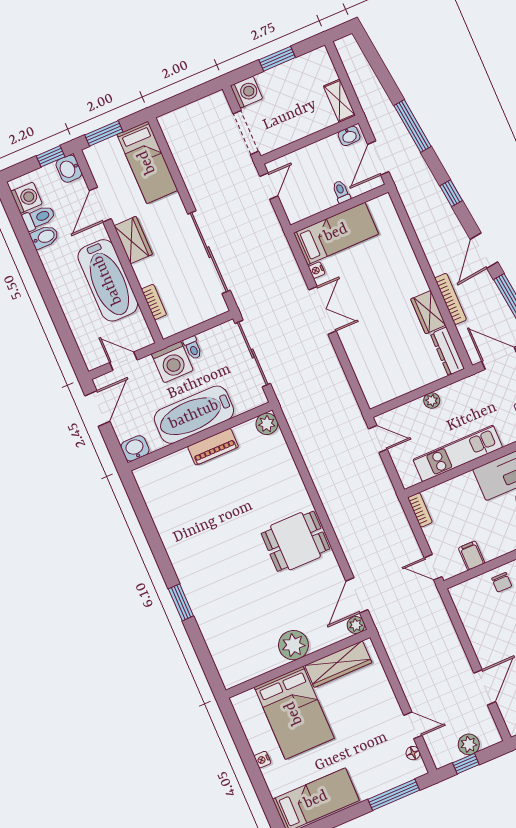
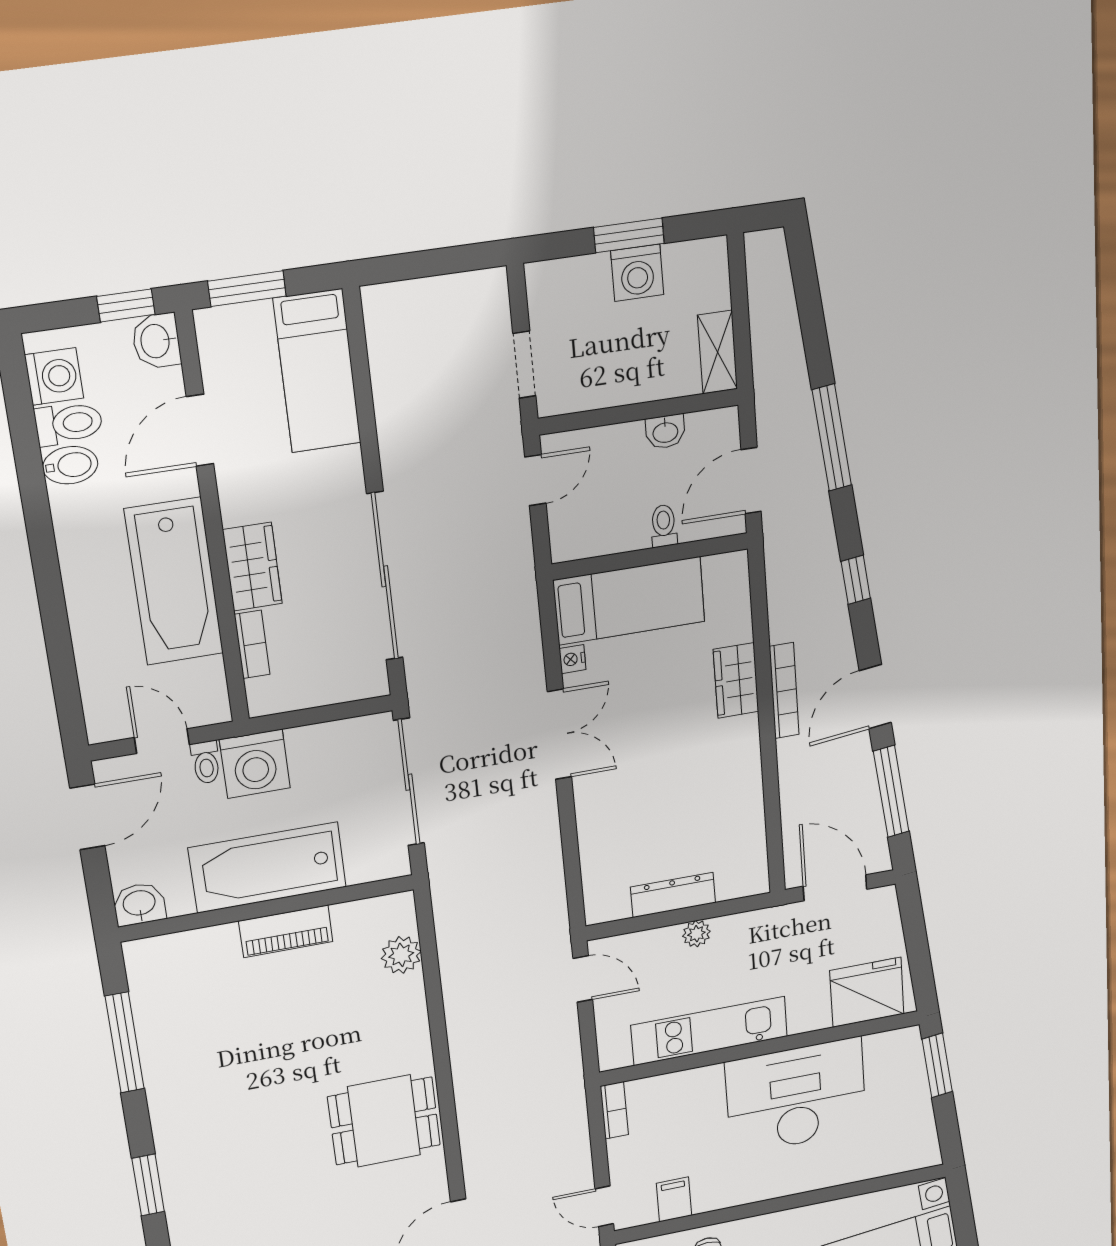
washing machine: (246, 92) -> (637, 273), moved, turned 90
doorway: (246, 133) -> (524, 365), width x0.73
washbasin: (349, 136) -> (665, 432), moved
wardrobe: (133, 240) -> (252, 567), moved
bookcase: (451, 299) -> (784, 691), moved
wardrobe: (428, 312) -> (736, 680), moved
toilet: (193, 348) -> (206, 762), moved
dresser: (447, 351) -> (673, 895), moved, turned 90
plant: (267, 424) -> (401, 955), moved
window: (148, 525) -> (125, 1042), added

